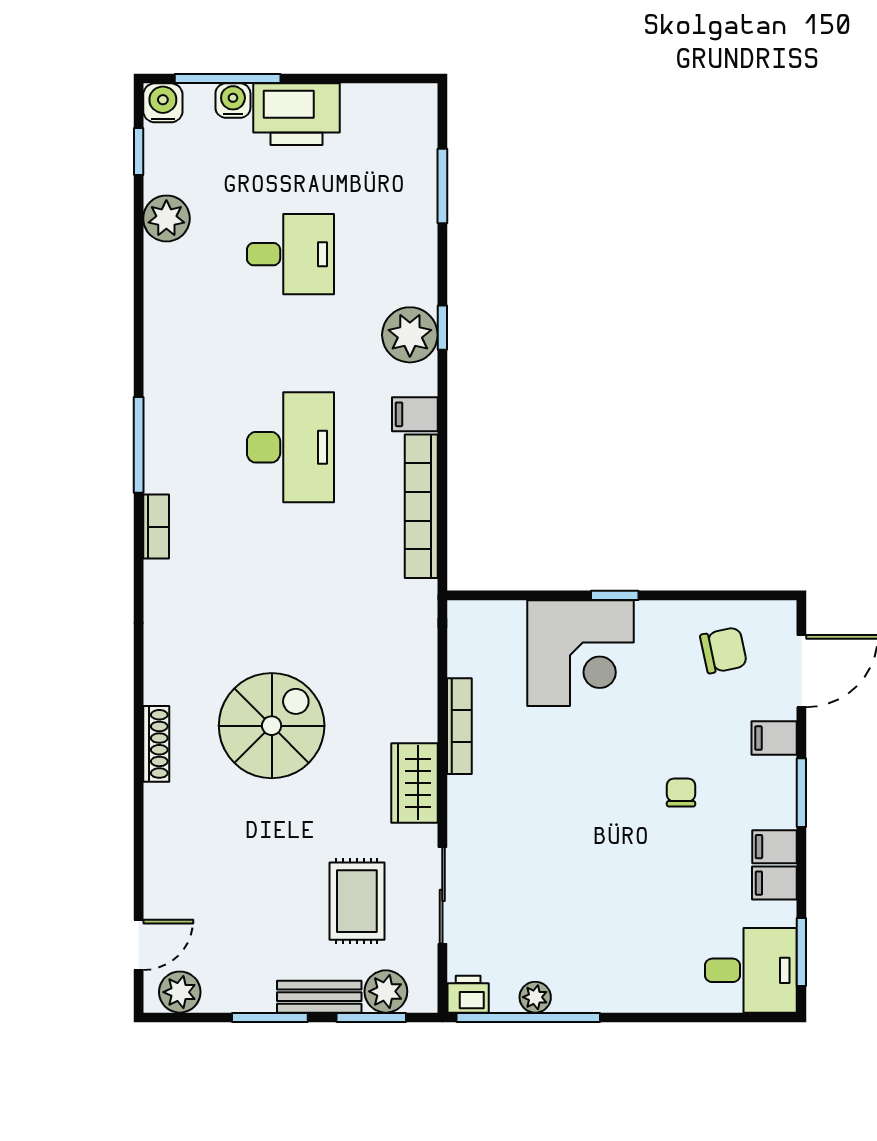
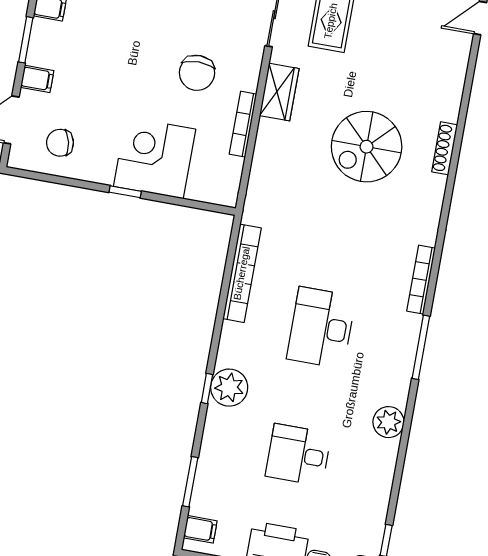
plant: (166, 218) -> (388, 422), moved
filing cabinet: (415, 414) -> (200, 529), moved
bookcase: (156, 527) -> (421, 280), width x1.56
chair: (681, 793) -> (197, 73), moved, width x1.87, depth x1.87

